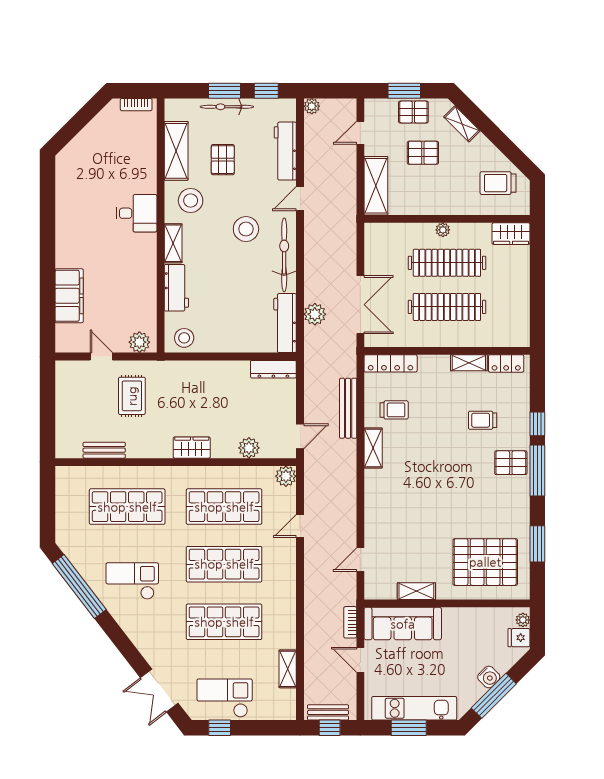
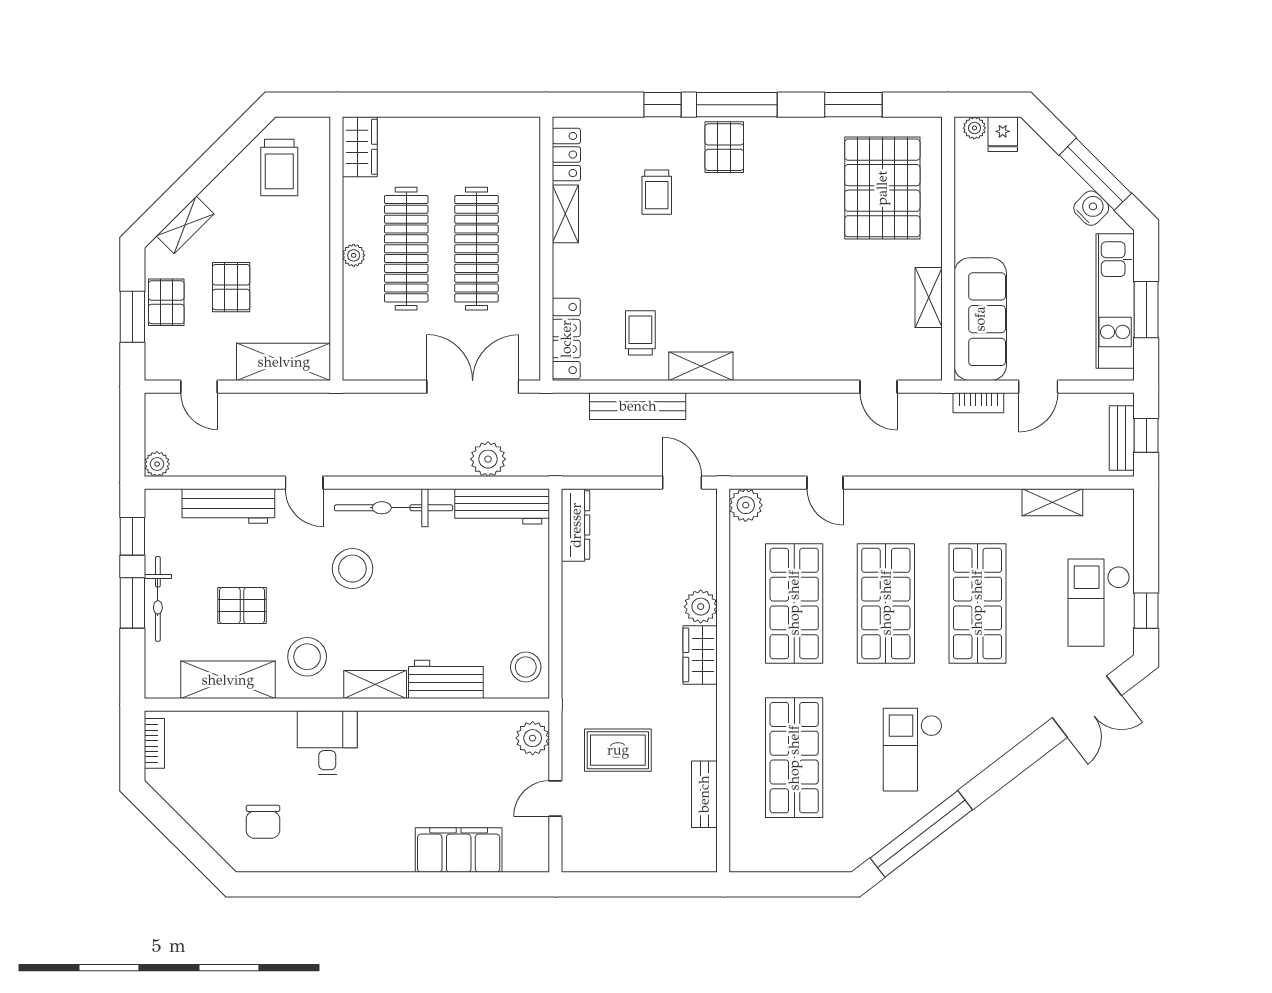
chair: (87, 173) -> (263, 822), added
plant: (249, 448) -> (701, 607), moved
water cooler: (489, 677) -> (1091, 208), moved

